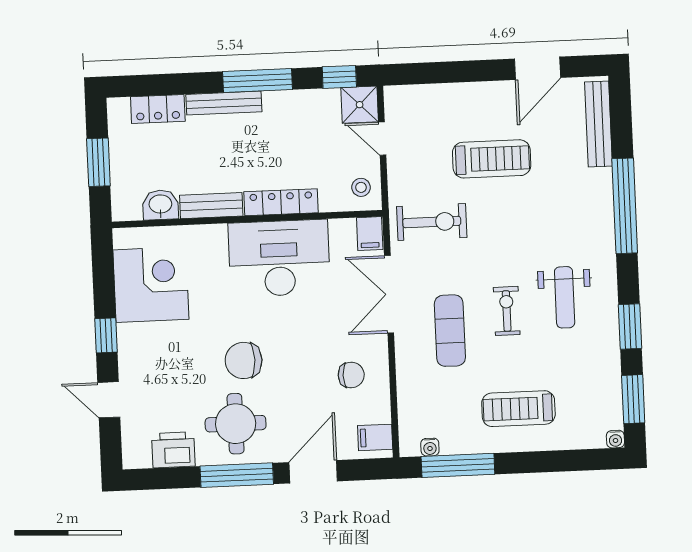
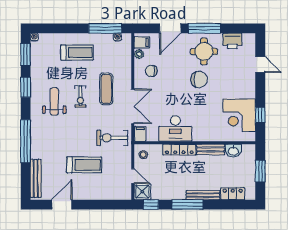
treadmill: (492, 159) -> (84, 165), turned 180
desk: (279, 258) -> (175, 128), width x0.73, depth x0.77
window: (106, 335) -> (260, 115), moved
plant: (380, 411) -> (139, 54), added

